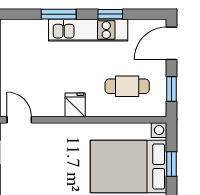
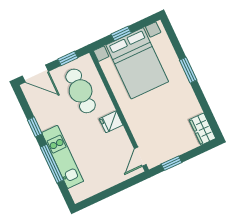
window: (59, 14) -> (52, 164), width x1.44
kitchen unit: (88, 30) -> (63, 157), moved
cafe table: (127, 86) -> (81, 91), width x1.37, depth x1.35

